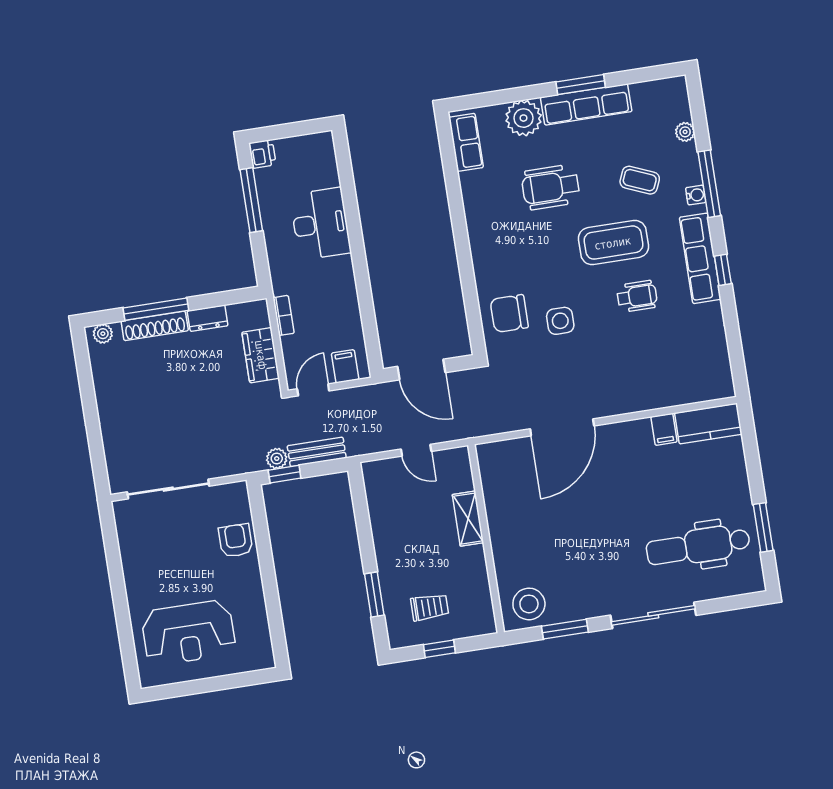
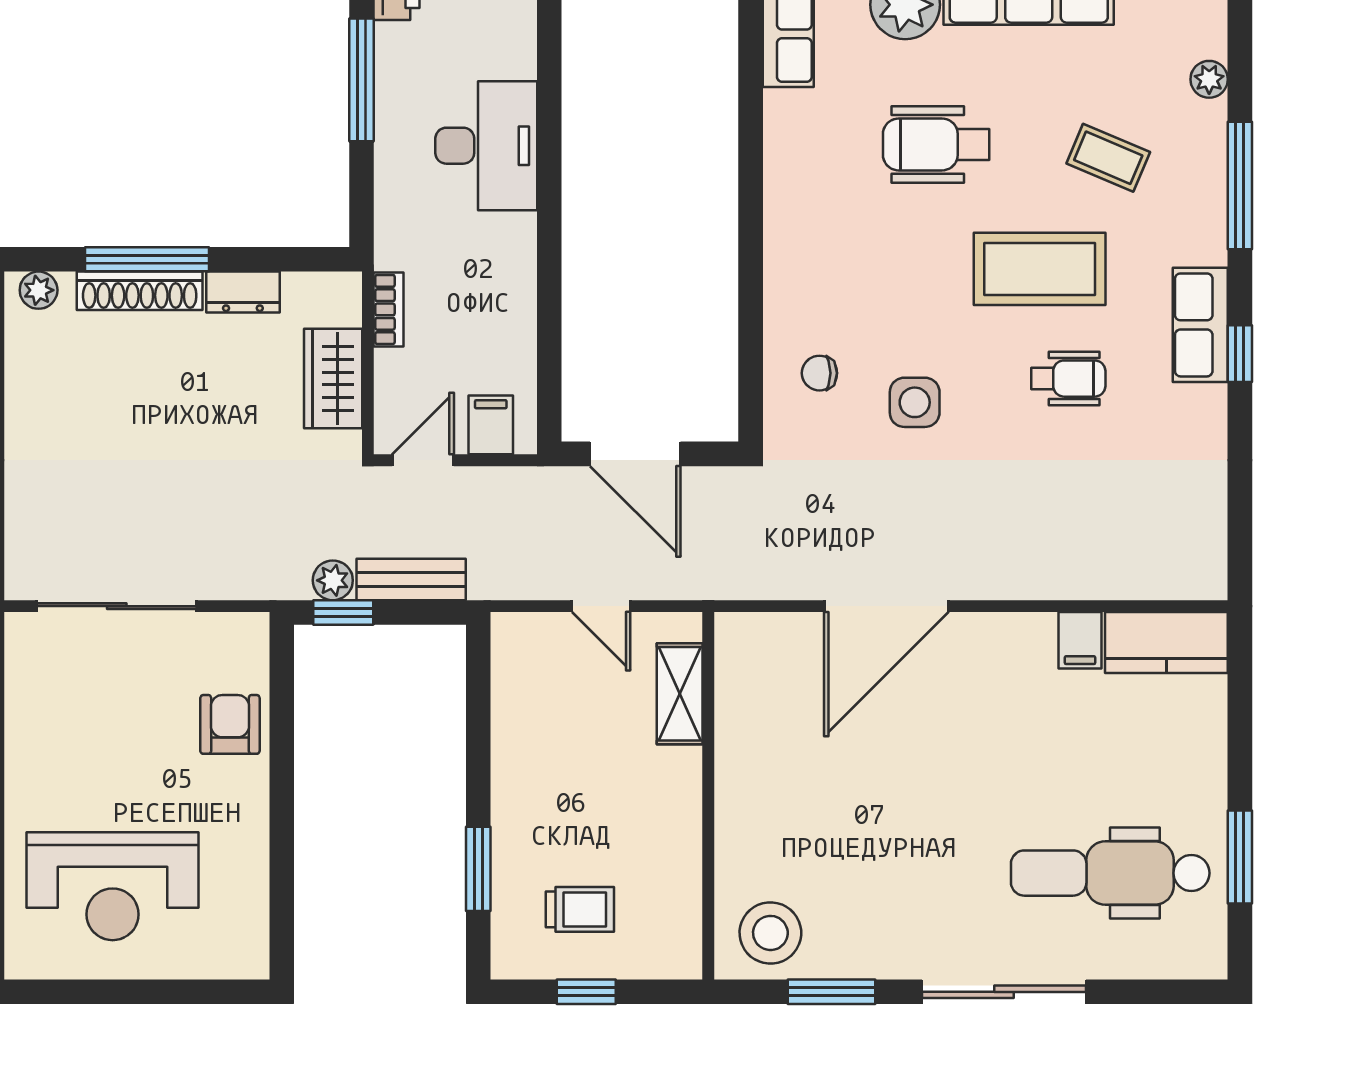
water cooler: (696, 195) -> (1211, 203), removed
row of seats: (700, 258) -> (1200, 325), width x0.68
chair: (509, 313) -> (819, 373), width x0.54, depth x0.54
shelving: (468, 519) -> (680, 694), moved

